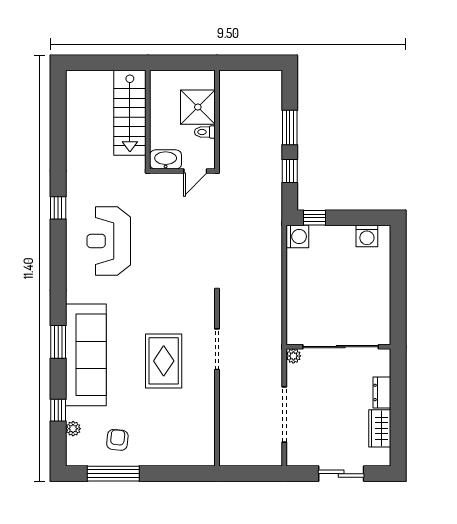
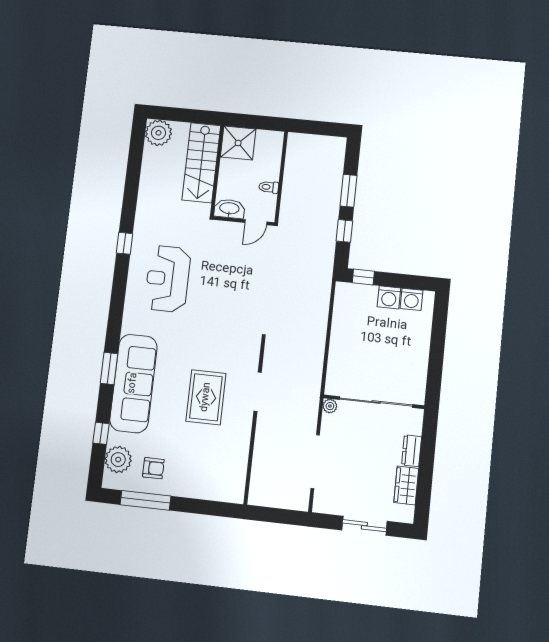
plant: (80, 85) -> (158, 133), added
shower: (198, 107) -> (238, 143), moved
washing machine: (297, 236) -> (389, 297), moved, turned 90
plant: (73, 429) -> (118, 460), width x1.87, depth x1.87
armchair: (117, 440) -> (153, 468), turned 84

